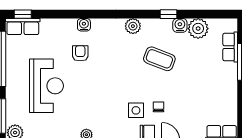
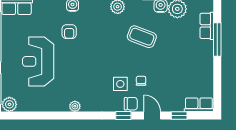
armchair: (80, 53) -> (69, 32), turned 180
reception desk: (46, 86) -> (38, 61), turned 180

